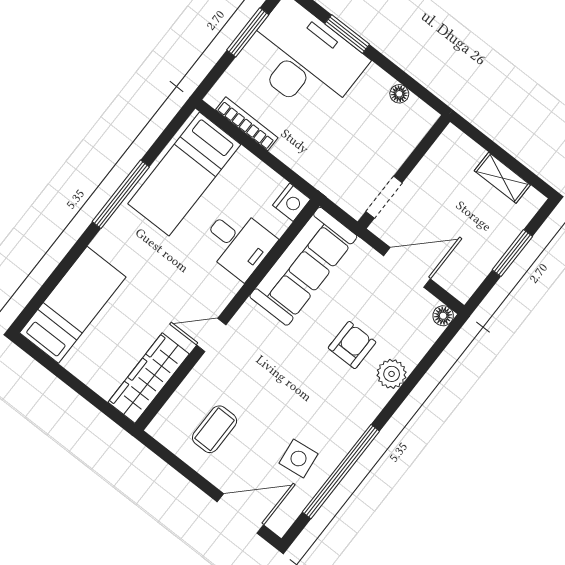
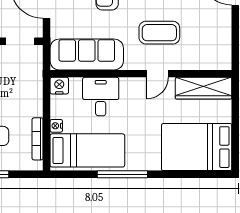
nightstand: (245, 160) -> (56, 126), added
bed: (73, 305) -> (197, 147), width x1.50
door: (211, 335) -> (157, 74), hinge flipped
coffee table: (215, 429) -> (159, 33), moved, width x1.36, depth x1.30

